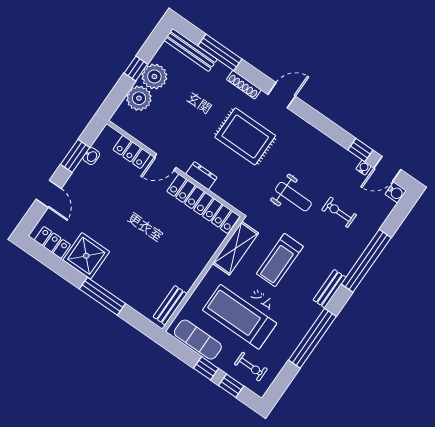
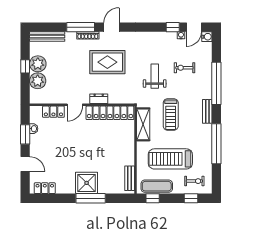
window: (220, 52) -> (81, 27), moved
weight bench: (293, 197) -> (155, 76), turned -90
shower: (86, 256) -> (87, 183), moved
window: (206, 368) -> (153, 198), moved

